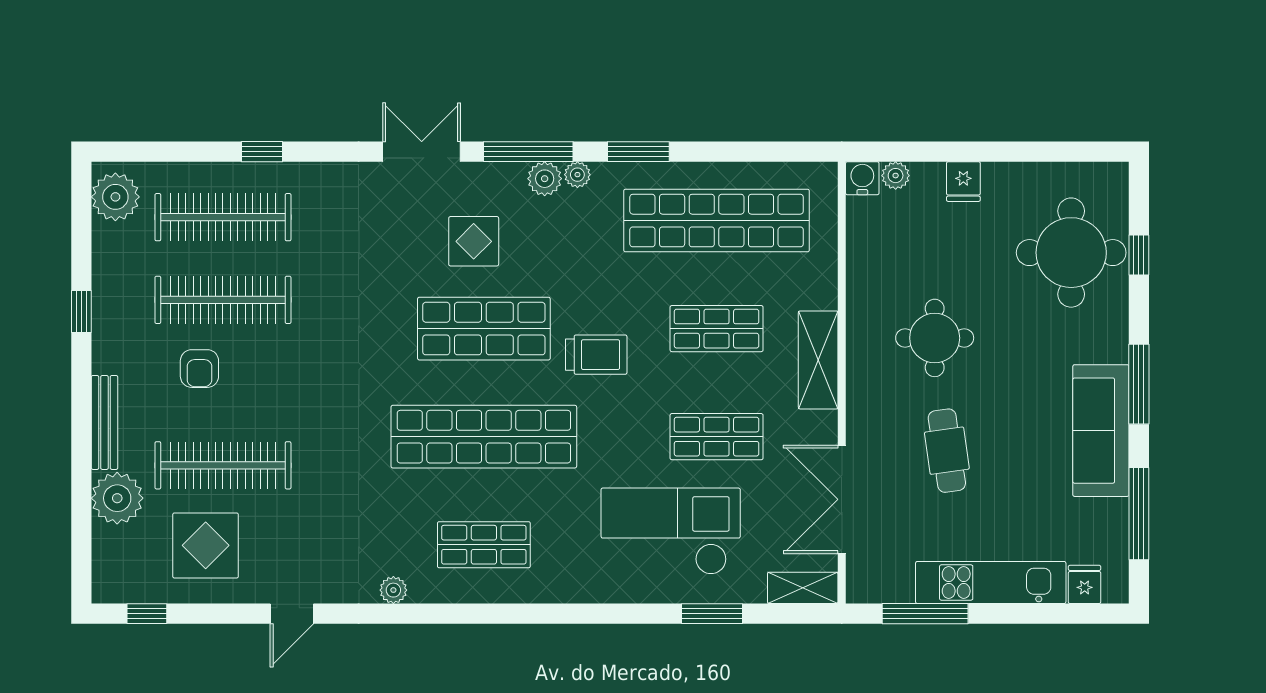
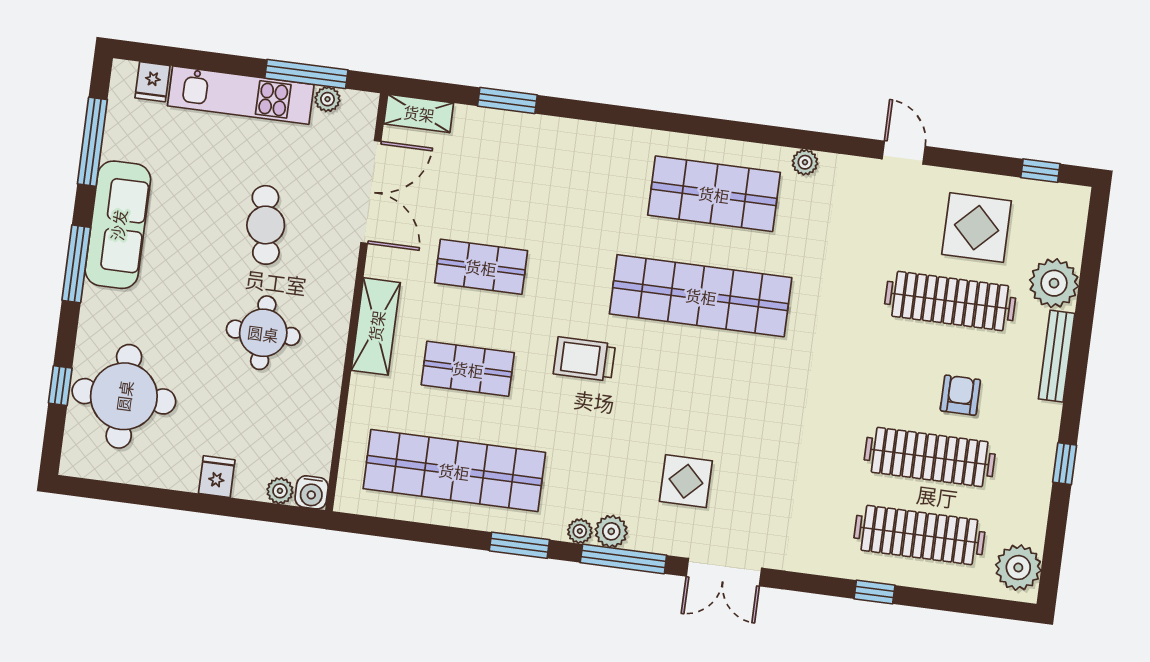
shop shelf: (484, 329) -> (687, 398), removed
checkout: (671, 531) -> (536, 183), removed
shop shelf: (484, 545) -> (714, 194), width x1.43, depth x1.36
plant: (900, 590) -> (328, 99), added
door: (292, 614) -> (904, 153), hinge flipped

